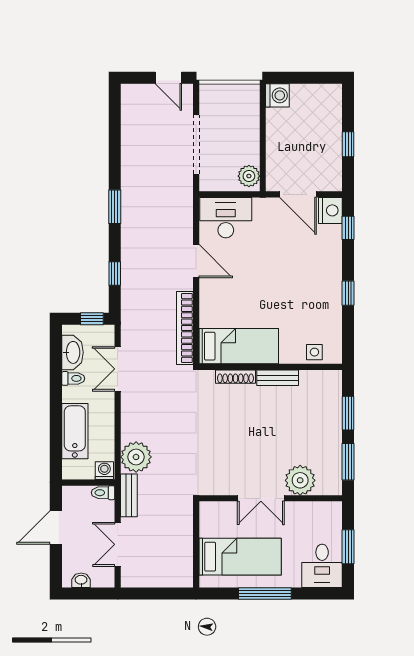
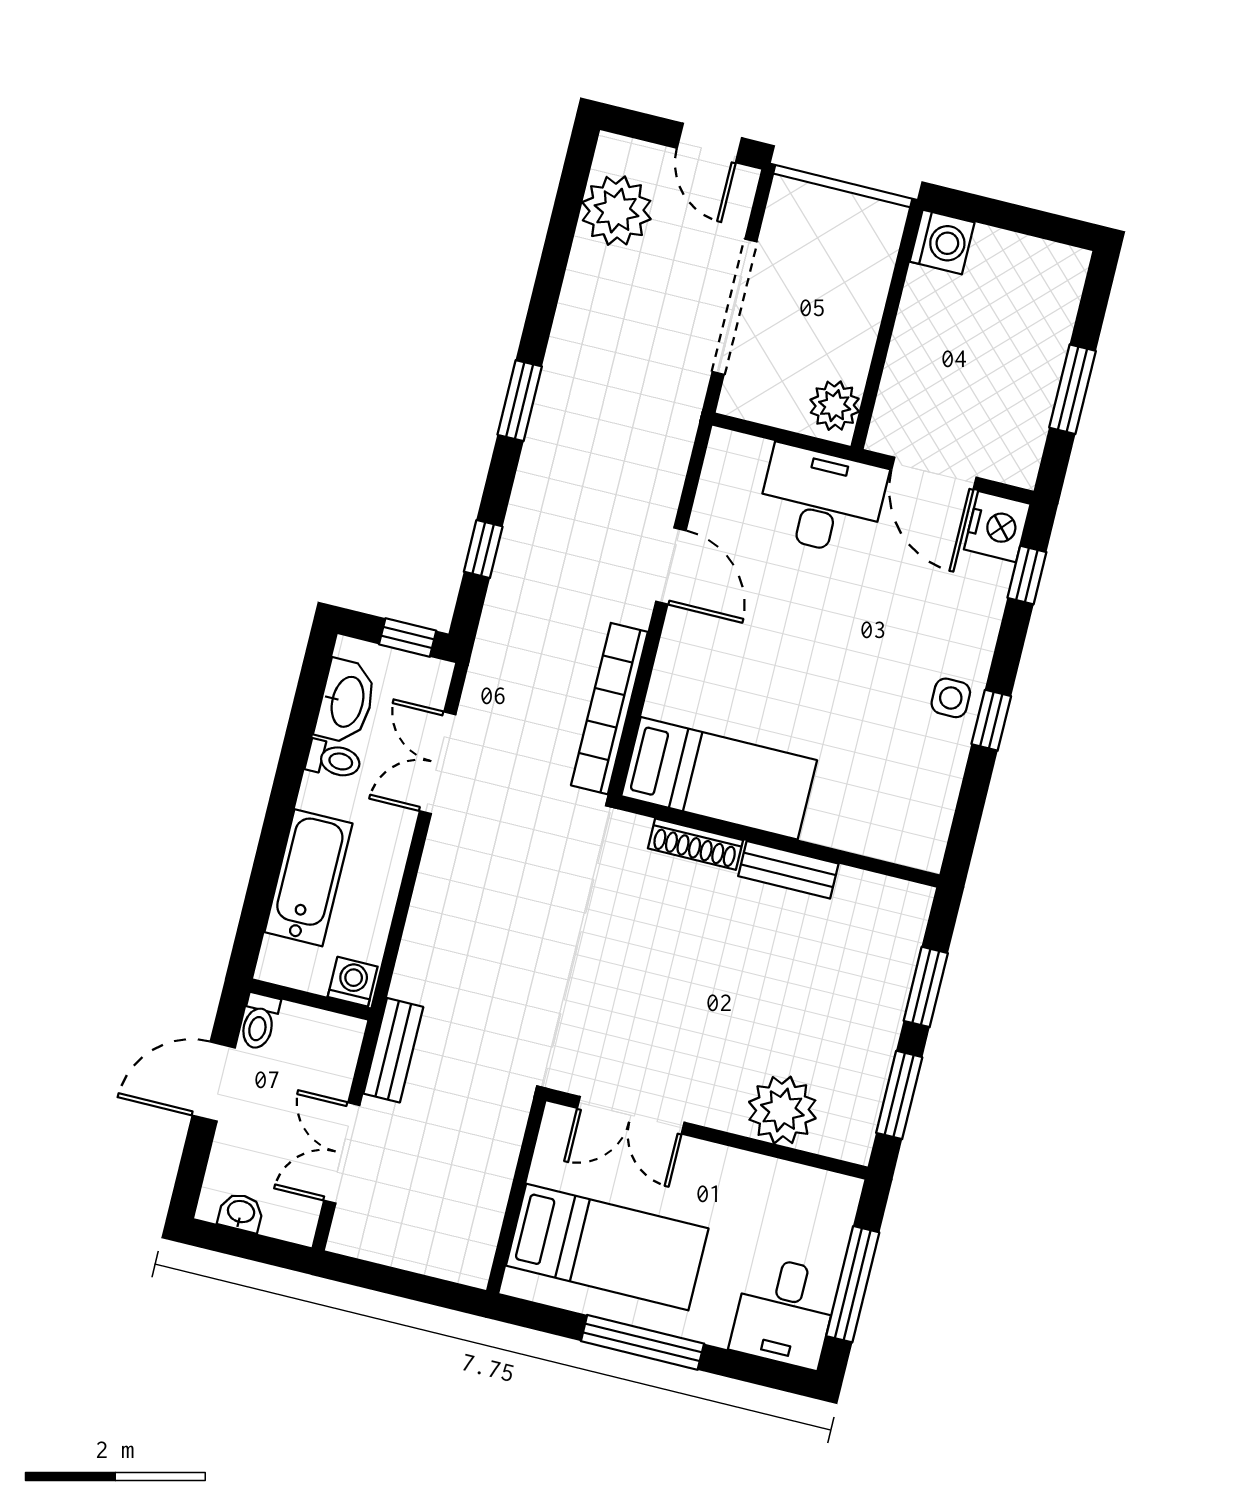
window: (348, 144) -> (1073, 389), width x1.50
desk: (226, 218) -> (822, 500), moved
side table: (314, 352) -> (951, 698), moved
plant: (136, 457) -> (617, 211), moved
toilet: (103, 493) -> (259, 1021), moved, turned -90
double door: (261, 498) -> (631, 1115), moved
window: (348, 547) -> (853, 1284), width x1.44

